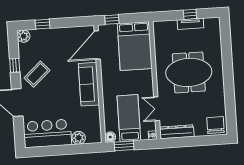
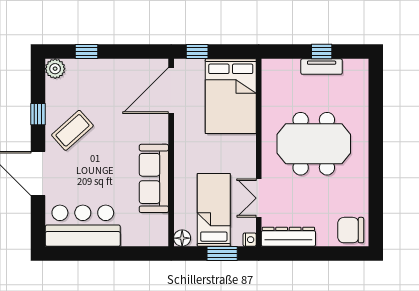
sofa: (89, 84) -> (154, 178), moved
chair: (216, 125) -> (351, 230), turned -90
plant: (79, 138) -> (132, 236), removed
window: (124, 146) -> (222, 254), moved

